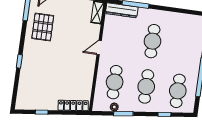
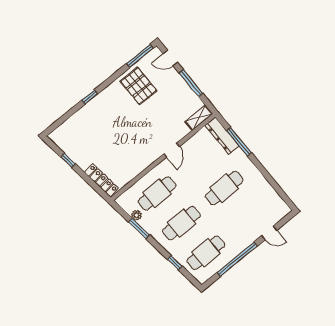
pallet: (43, 27) -> (138, 86), turned 90
door: (99, 48) -> (172, 150), swing flipped

